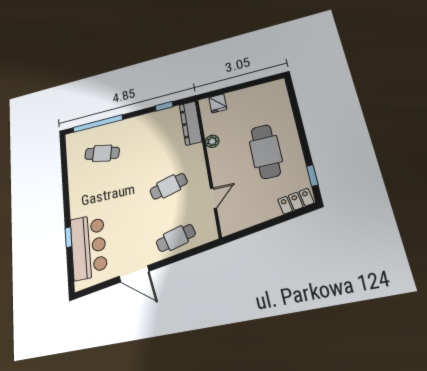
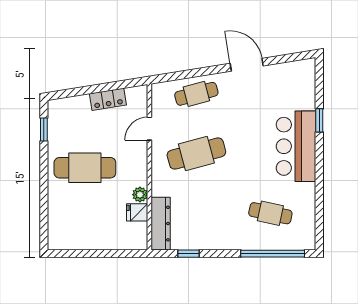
fridge: (218, 103) -> (137, 212), moved, turned -90
cafe table: (266, 151) -> (85, 168), turned 90
cafe table: (169, 186) -> (196, 154), width x1.37, depth x1.35
locker: (296, 201) -> (108, 99), moved
bar counter: (88, 246) -> (296, 146), moved

